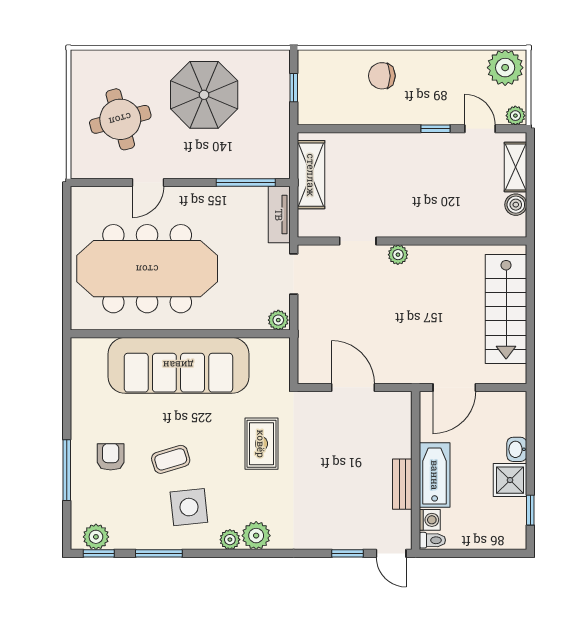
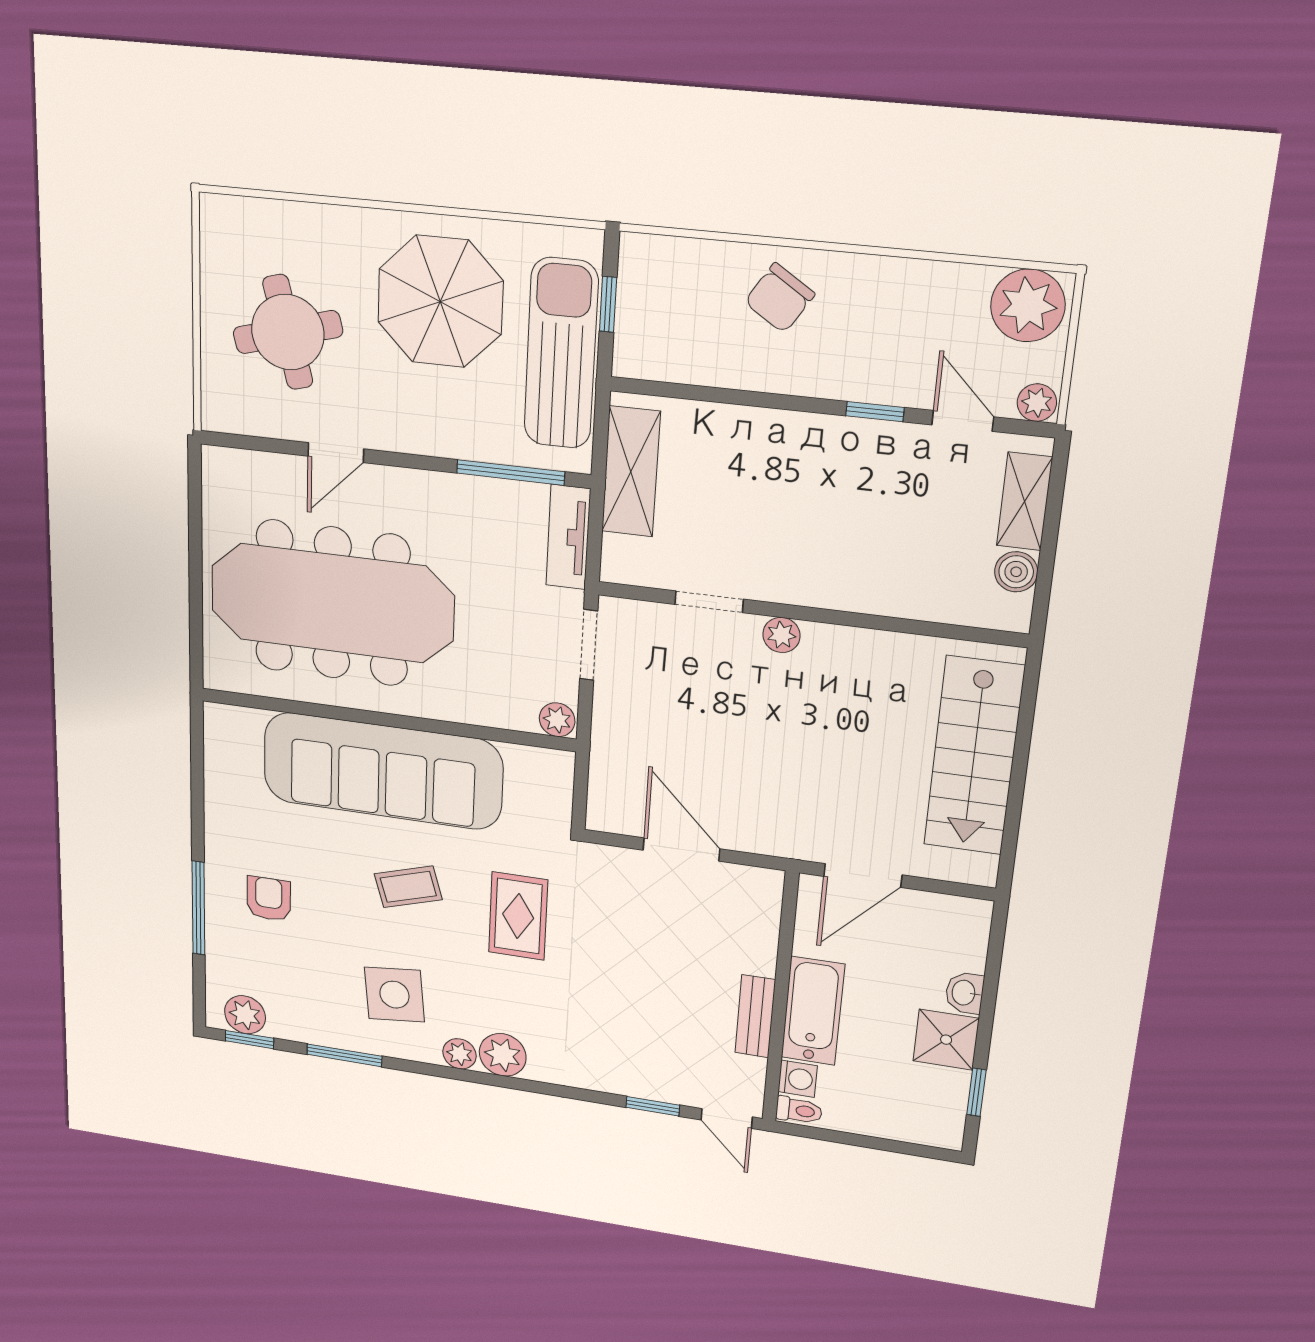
chair: (382, 76) -> (780, 298), turned -57
sun lounger: (270, 116) -> (561, 354), added
coffee table: (171, 459) -> (408, 887), moved

